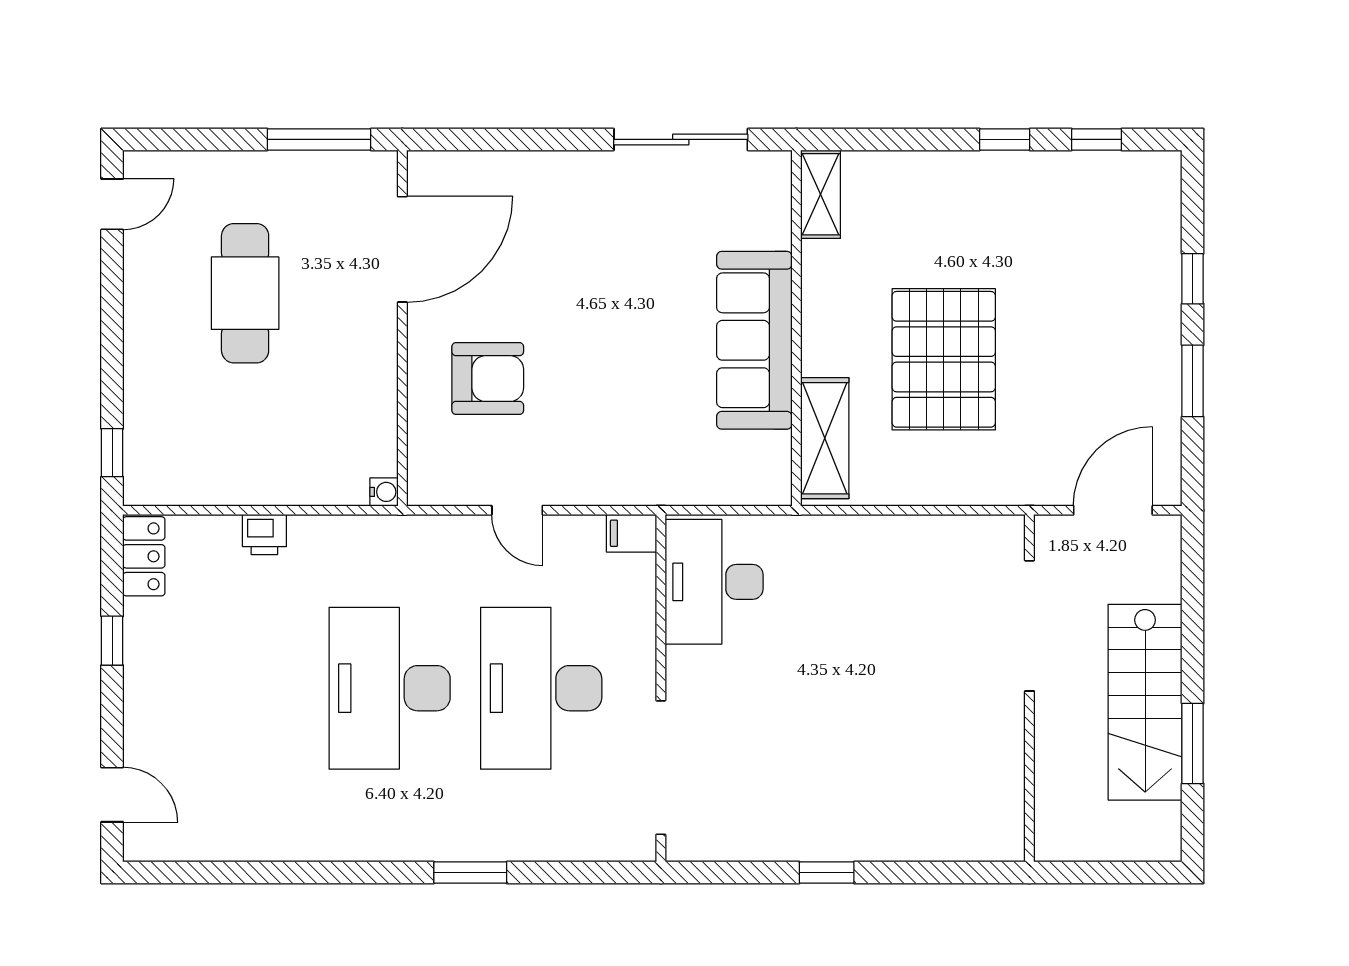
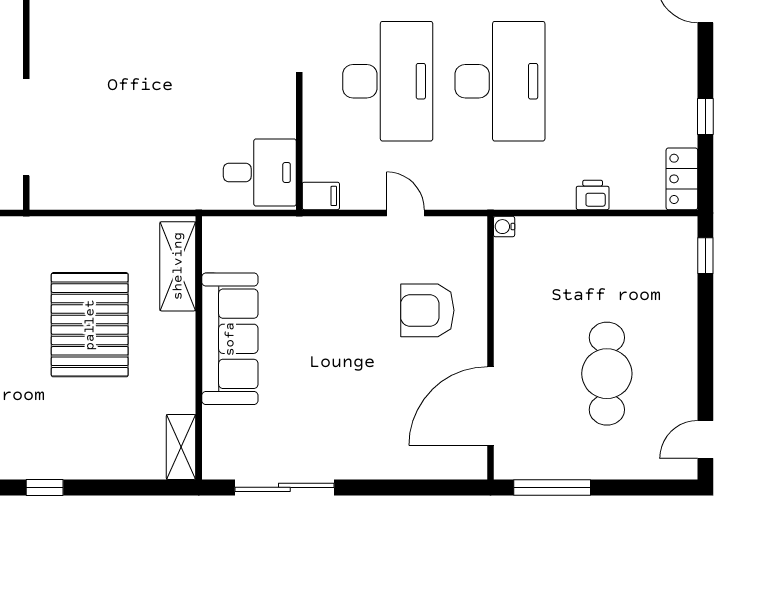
desk: (714, 582) -> (260, 172), width x0.73

